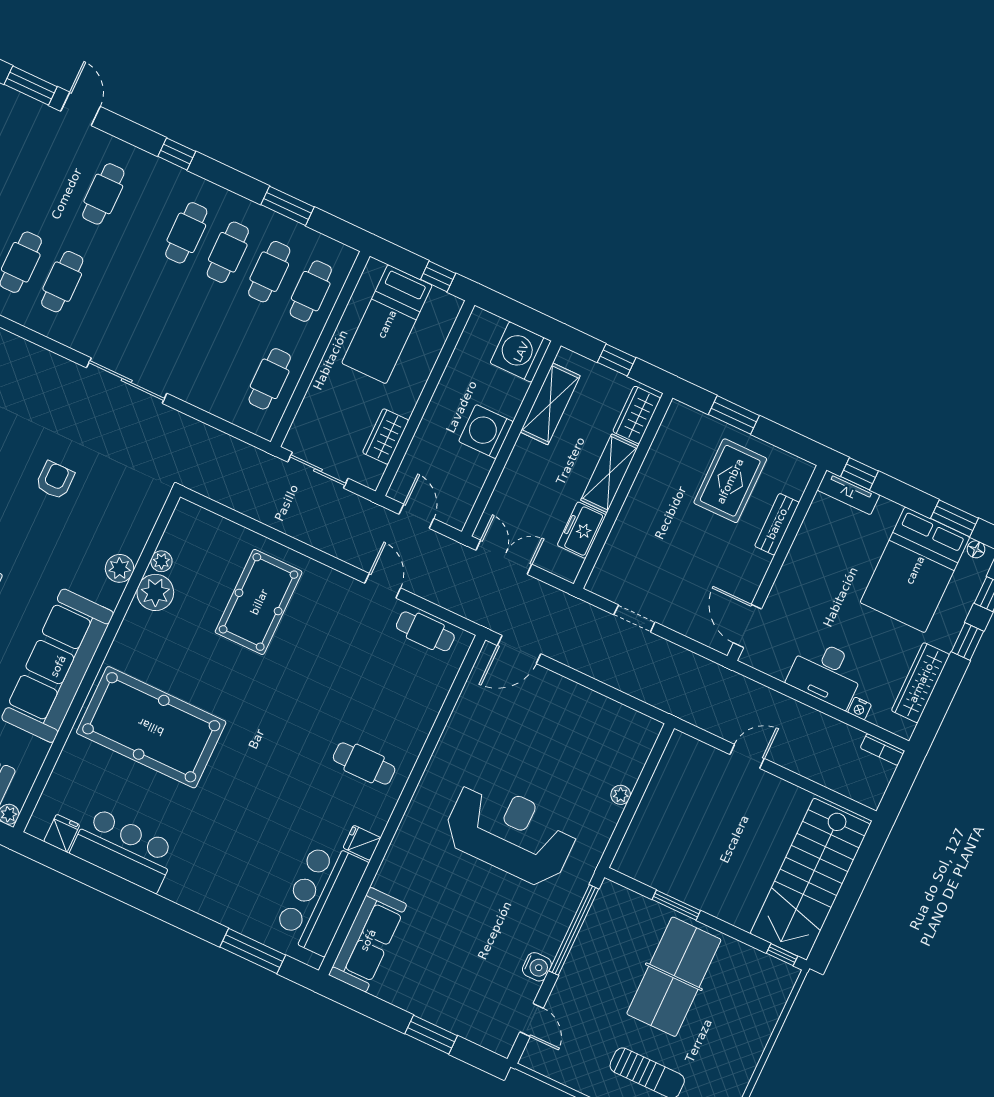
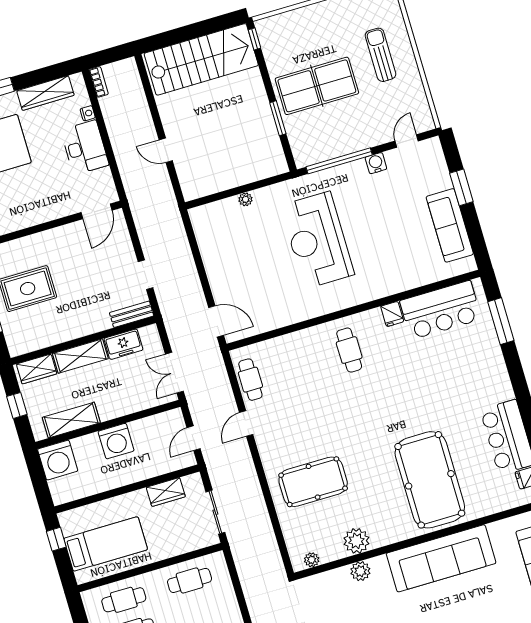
bench: (777, 524) -> (132, 314), moved
plant: (161, 561) -> (312, 560), moved
sofa: (368, 940) -> (450, 225), moved, turned -90

